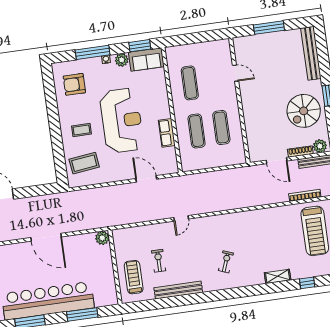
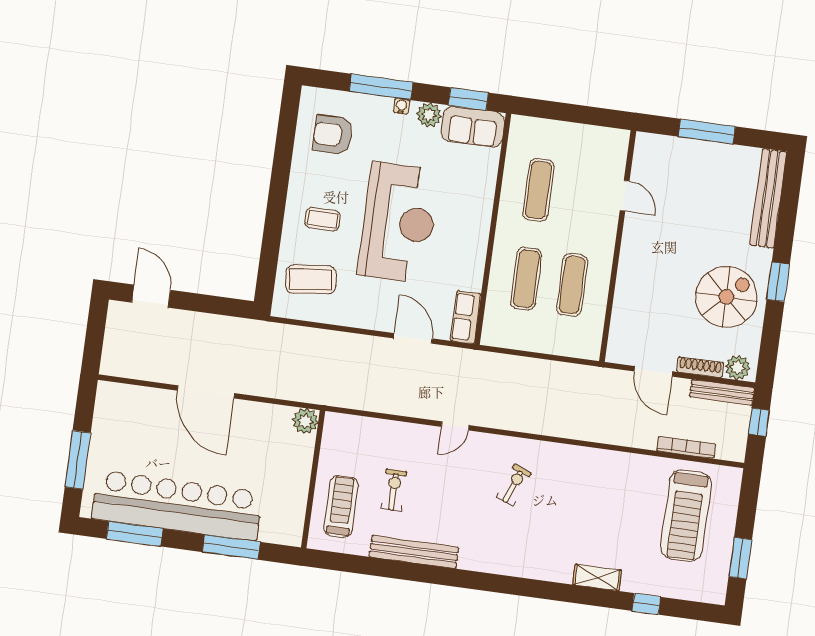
spiral stairs: (304, 111) -> (726, 297), turned 180
row of seats: (167, 133) -> (466, 317), moved
exercise bike: (226, 262) -> (514, 485), moved

